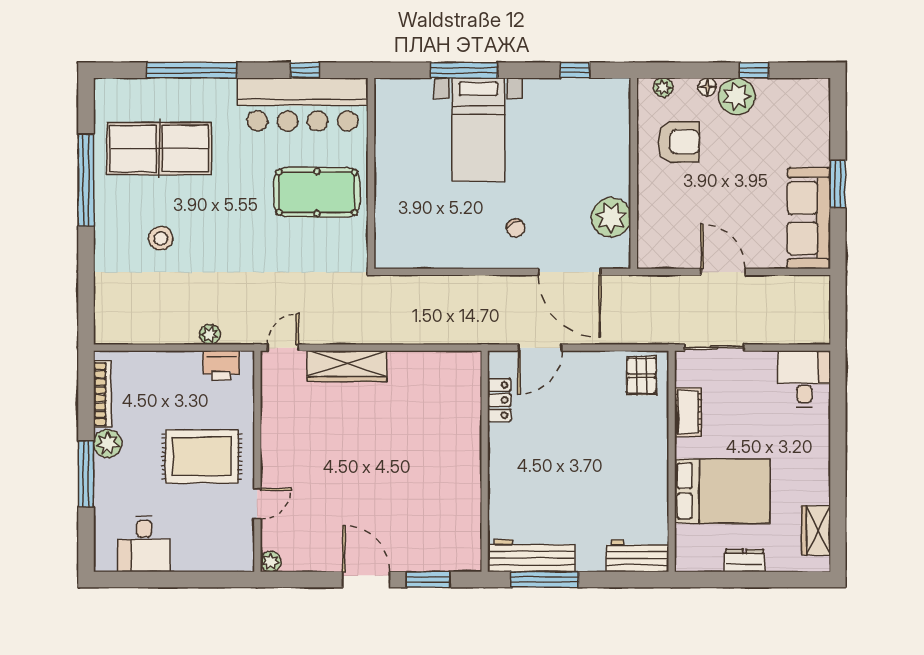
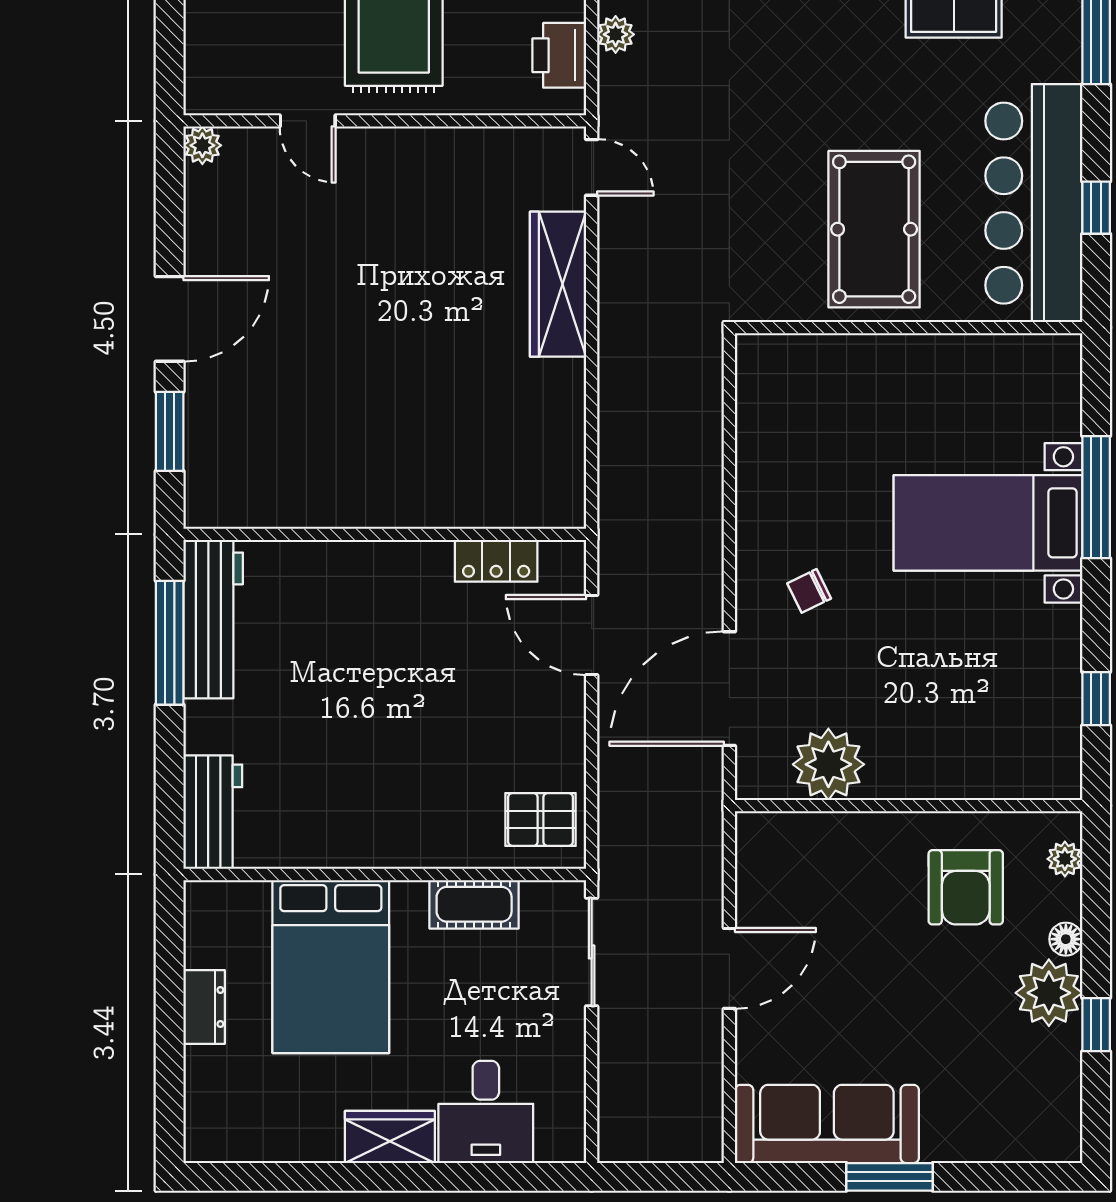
desk: (804, 379) -> (486, 1112), moved, turned 90
wardrobe: (816, 530) -> (390, 1137), moved

